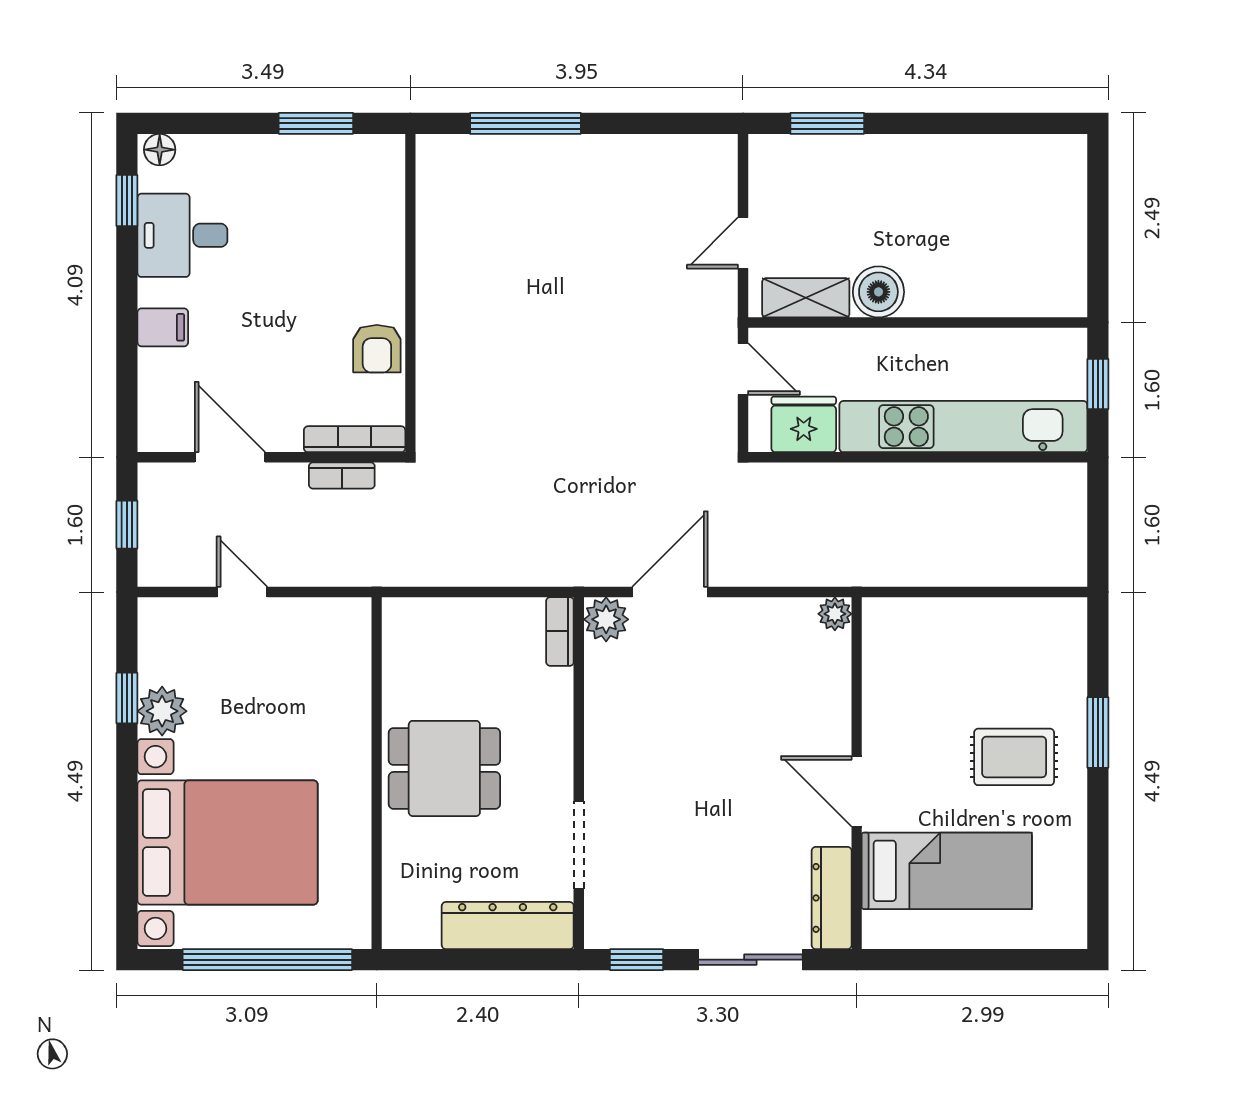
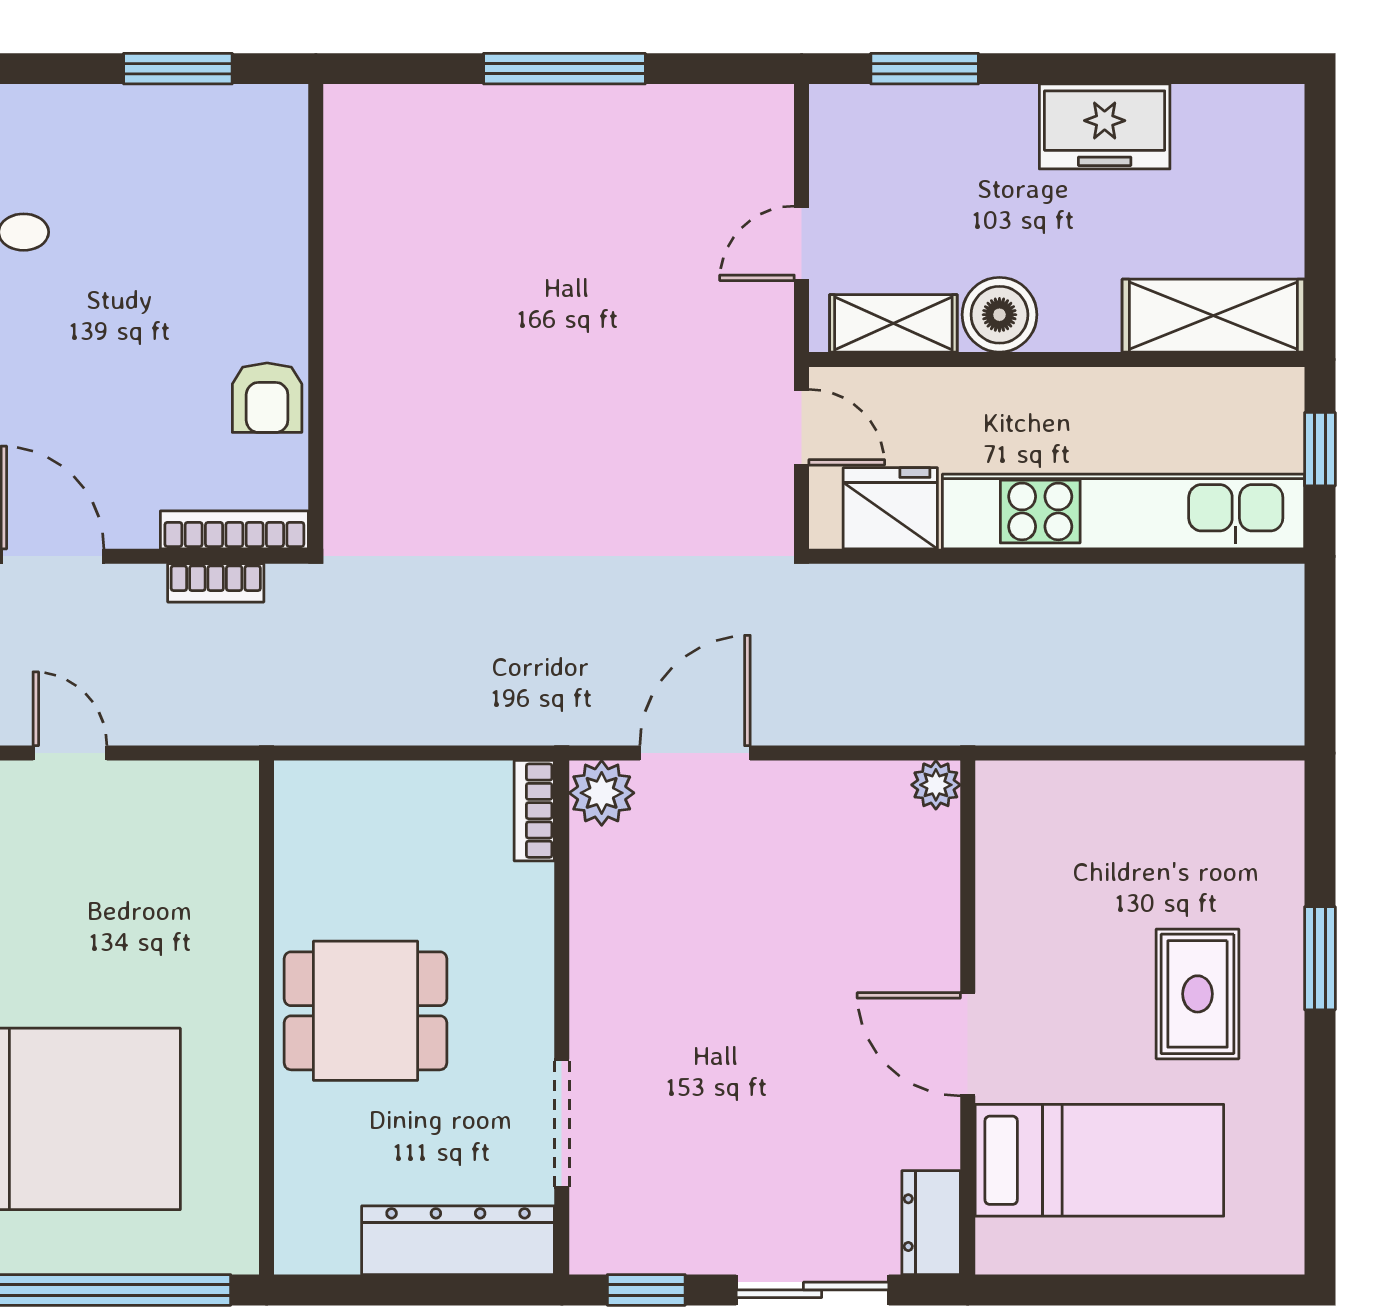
window: (525, 123) -> (564, 69), moved
freezer: (950, 163) -> (1105, 126), added
shelving: (1025, 292) -> (1213, 316), added
rug: (1014, 757) -> (1198, 994), turned 90
dresser: (832, 898) -> (931, 1223), width x0.70

